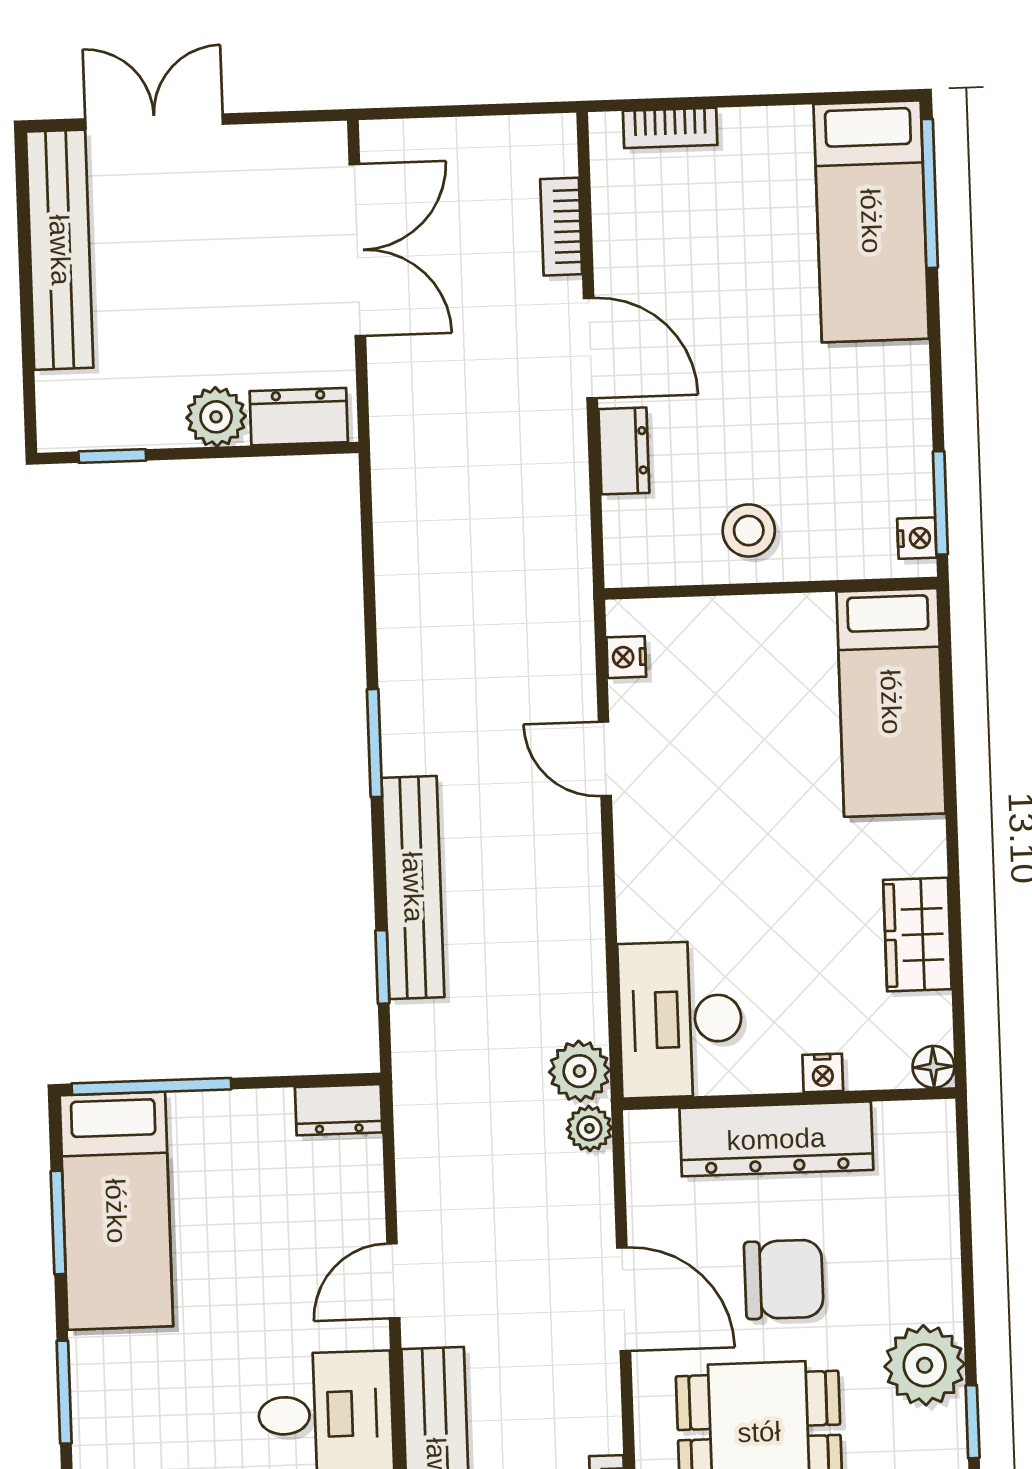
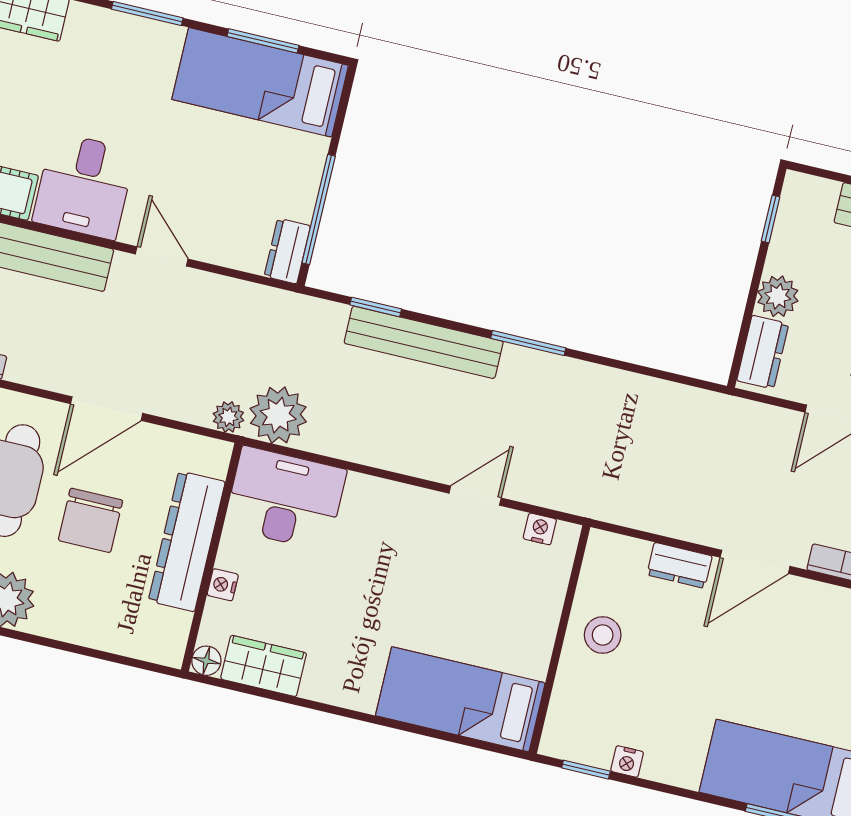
window: (940, 503) -> (586, 770), width x0.67
nightstand: (917, 538) -> (627, 761), moved
wardrobe: (917, 935) -> (264, 666), moved
plant: (580, 1071) -> (278, 415), width x1.36, depth x1.36
window: (151, 1086) -> (319, 210), moved

